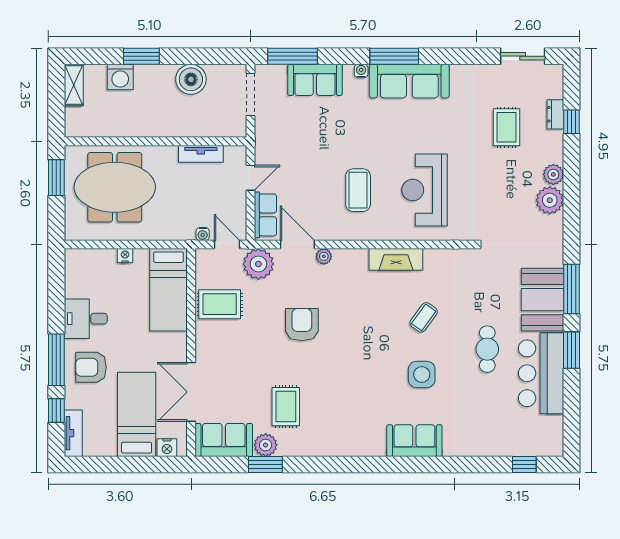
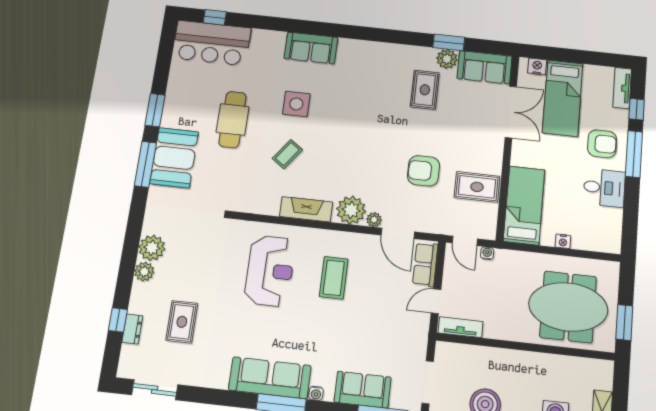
tv unit: (201, 154) -> (461, 327), moved
plant: (258, 264) -> (351, 210), moved
armchair: (302, 325) -> (424, 171), moved, turned 90
cafe table: (487, 349) -> (233, 120), width x1.37, depth x1.35
bar counter: (541, 373) -> (212, 43), moved, turned 90

